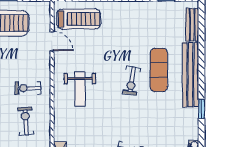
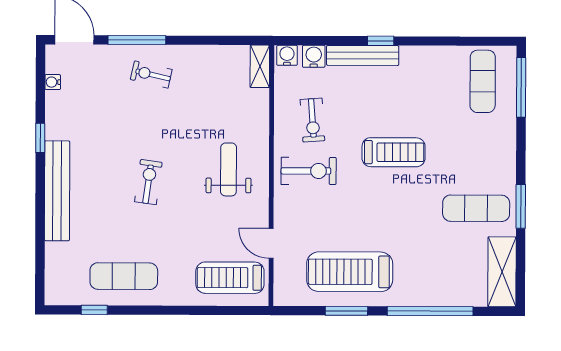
bench: (192, 25) -> (54, 268), removed
exercise mat: (159, 70) -> (124, 276), moved, turned 90
exercise bike: (28, 88) -> (309, 171), width x1.38, depth x1.39

